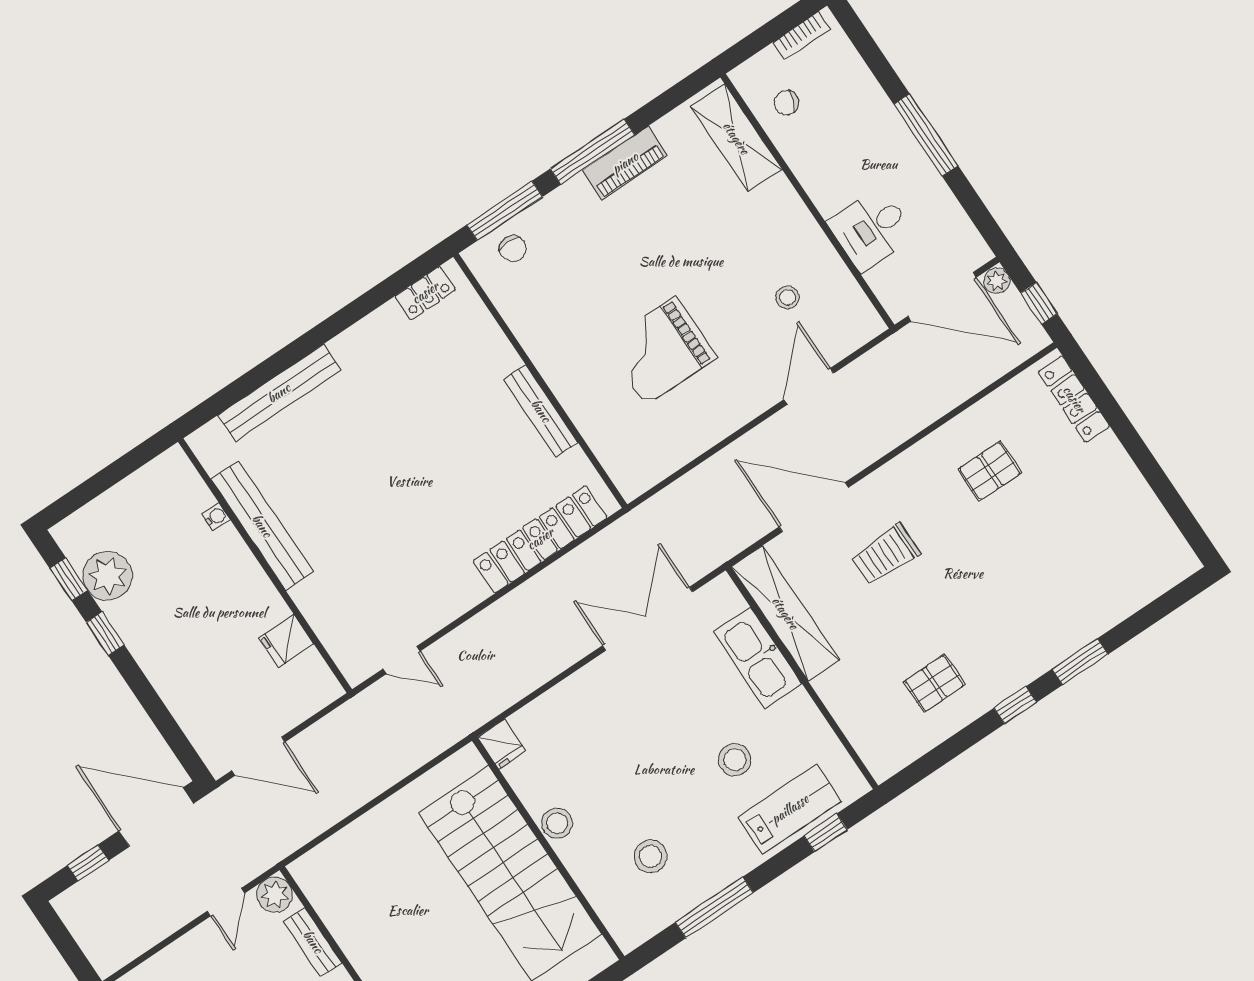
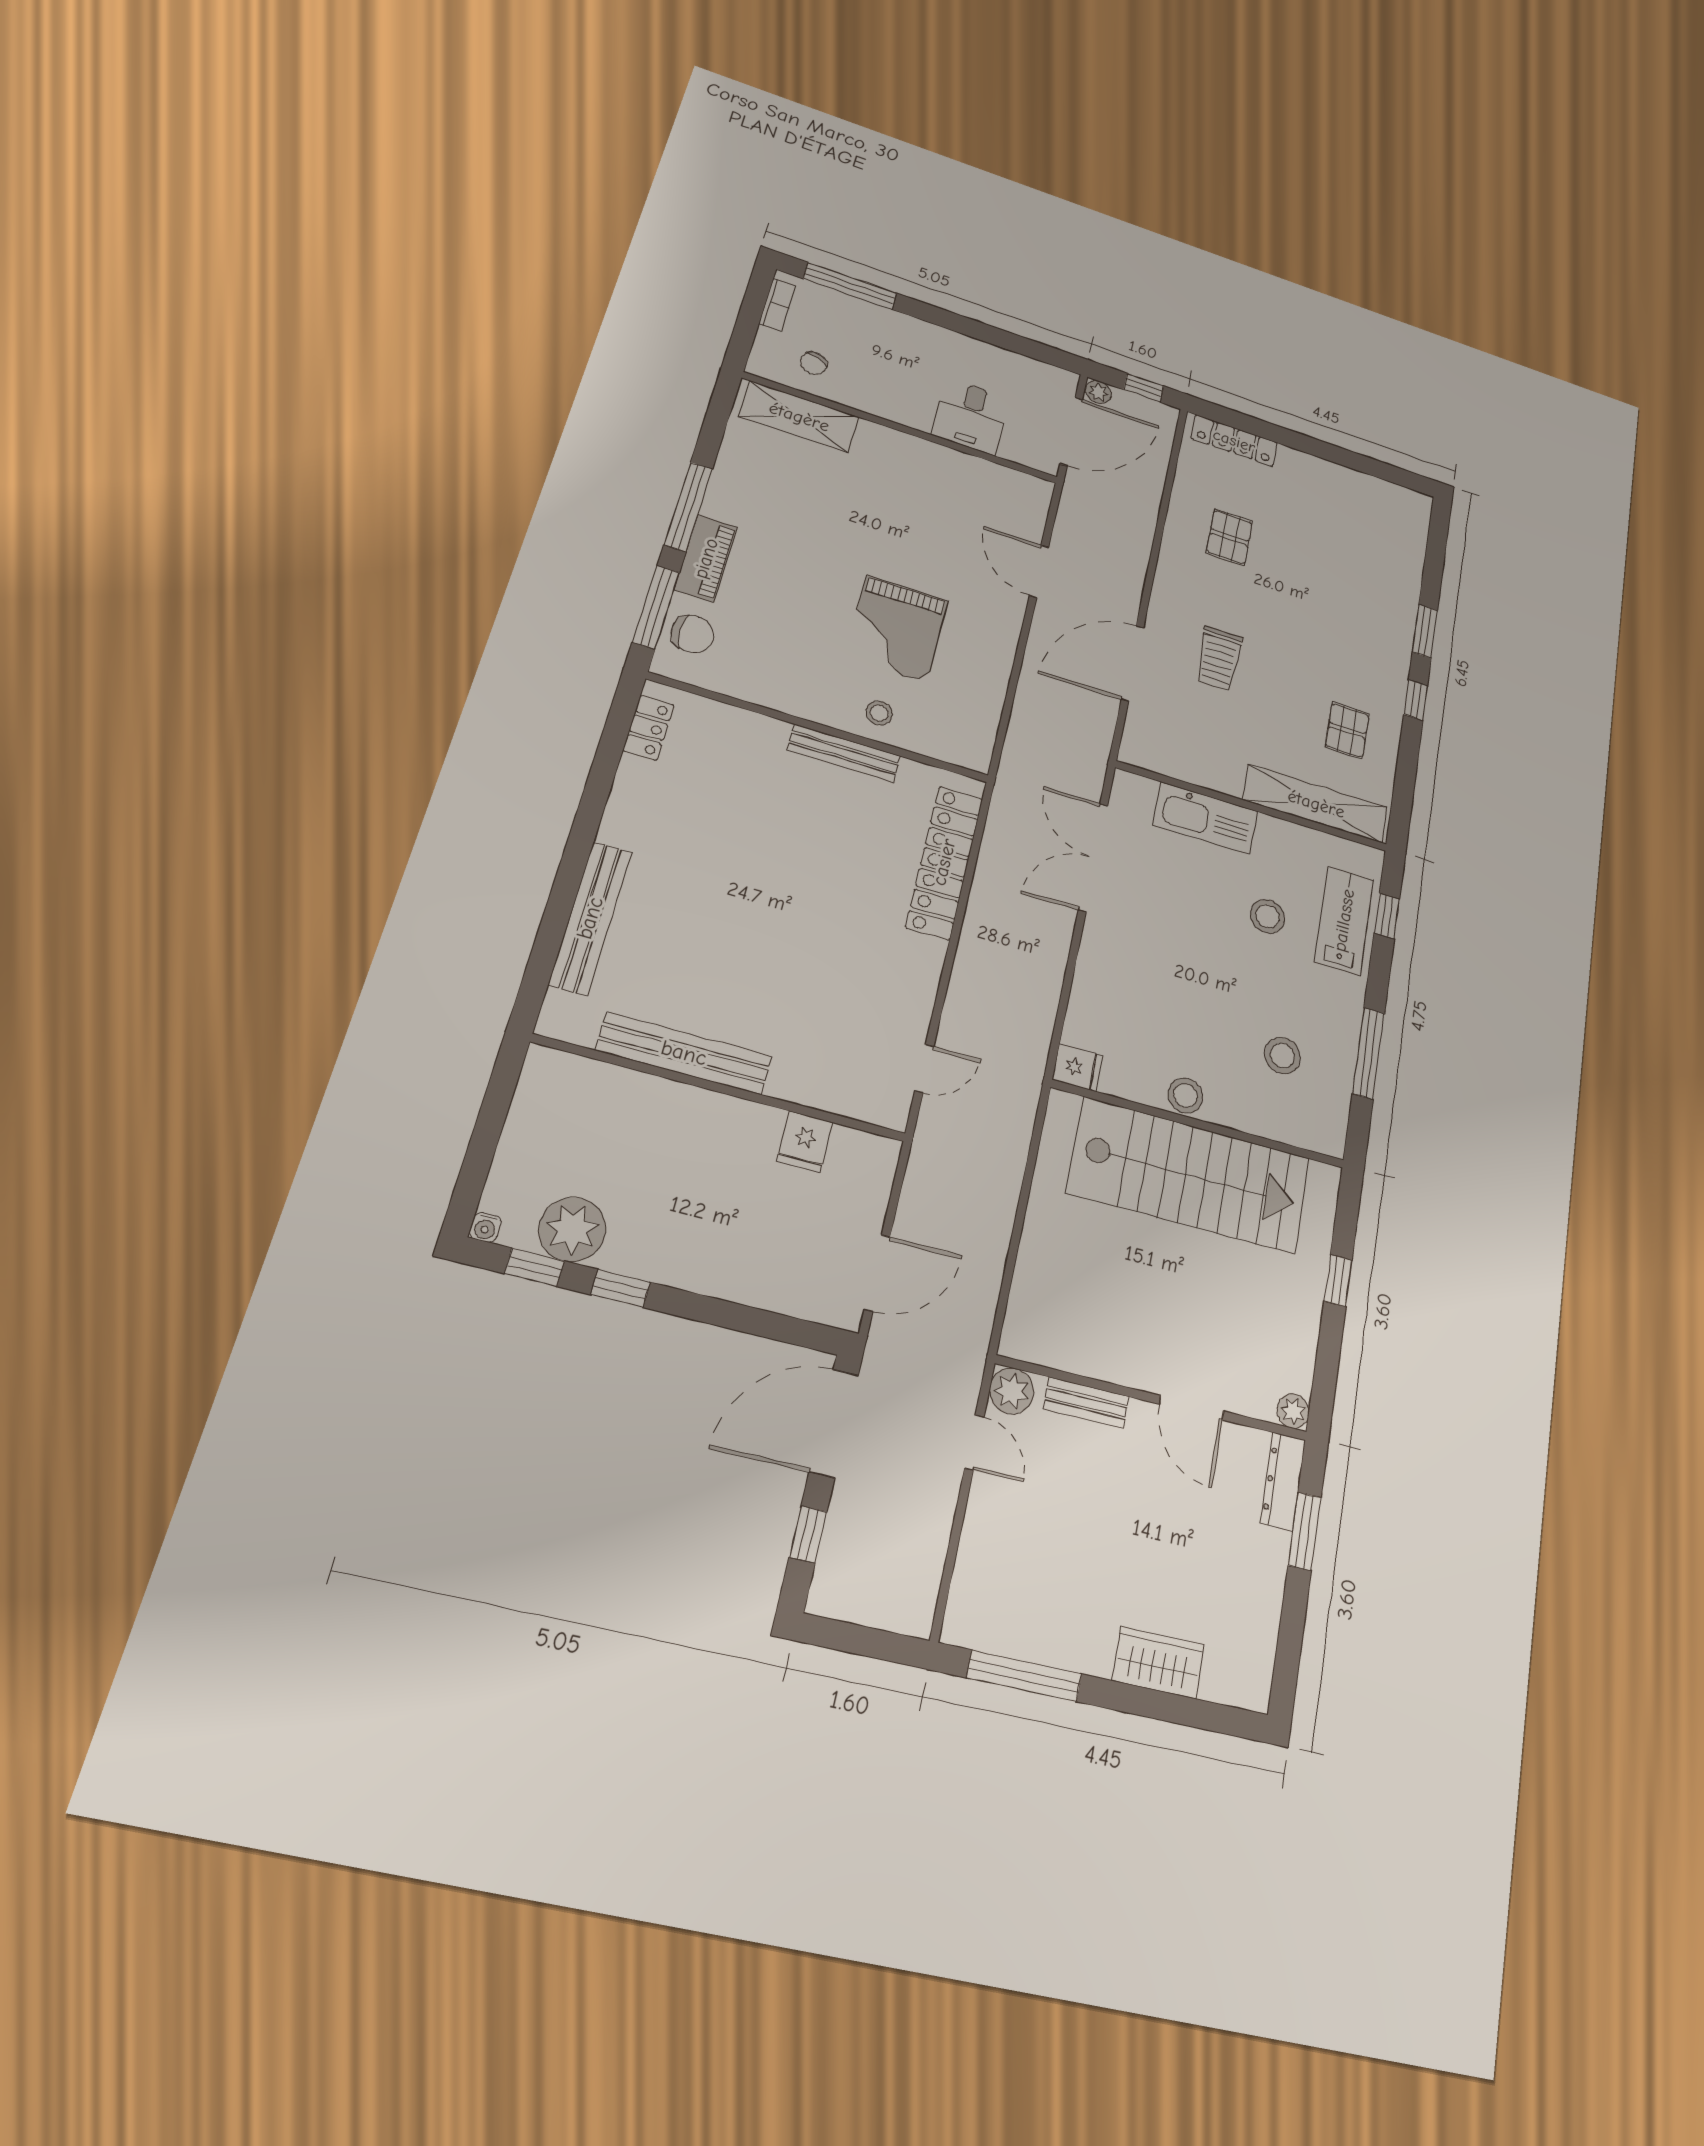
window: (926, 135) -> (850, 286), moved
piano: (625, 163) -> (706, 558), moved
chair: (513, 249) -> (693, 634), width x1.37, depth x1.37
stool: (787, 297) -> (879, 713), moved
water cooler: (216, 517) -> (485, 1227), moved, turned 180
shelving: (785, 613) -> (1316, 804), moved

